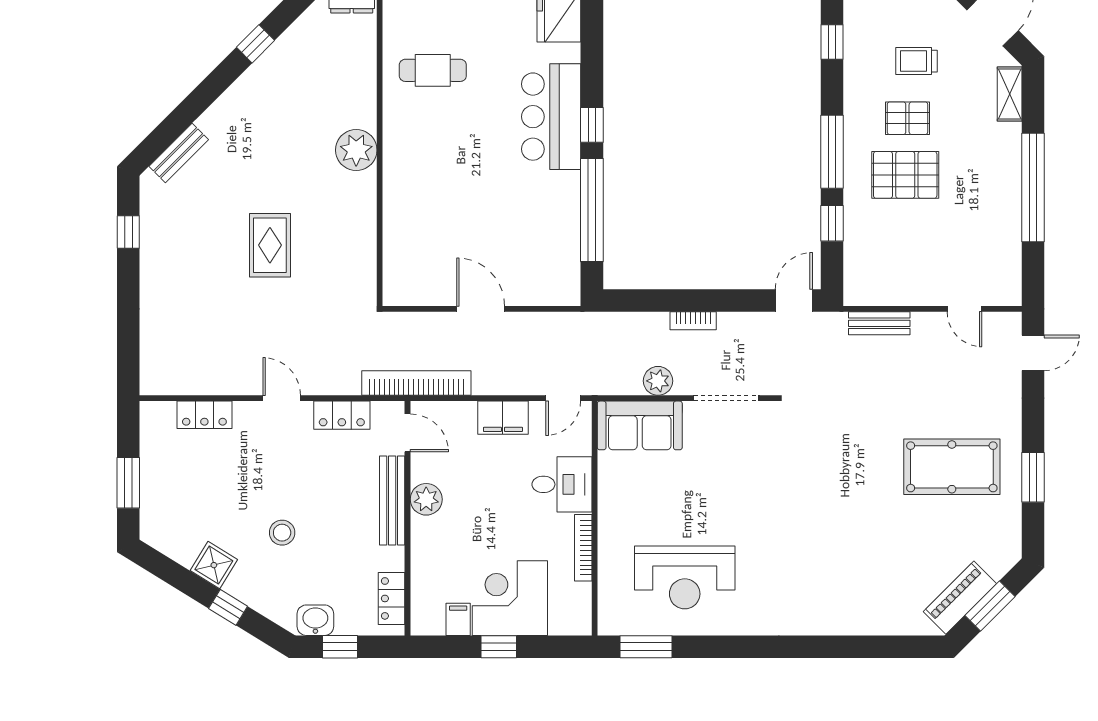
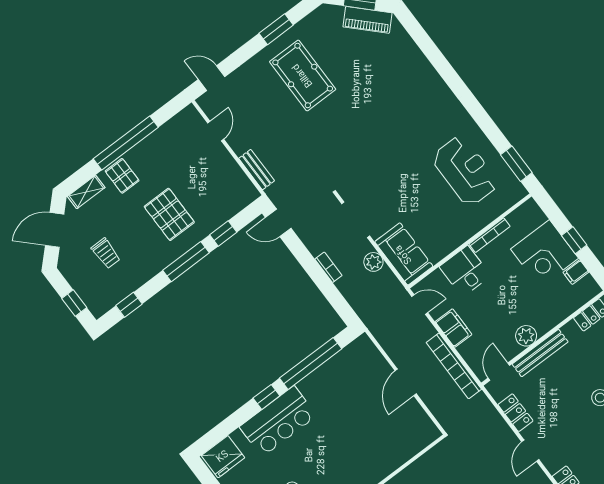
pallet: (907, 118) -> (122, 176), moved
bookcase: (416, 383) -> (454, 366), moved

